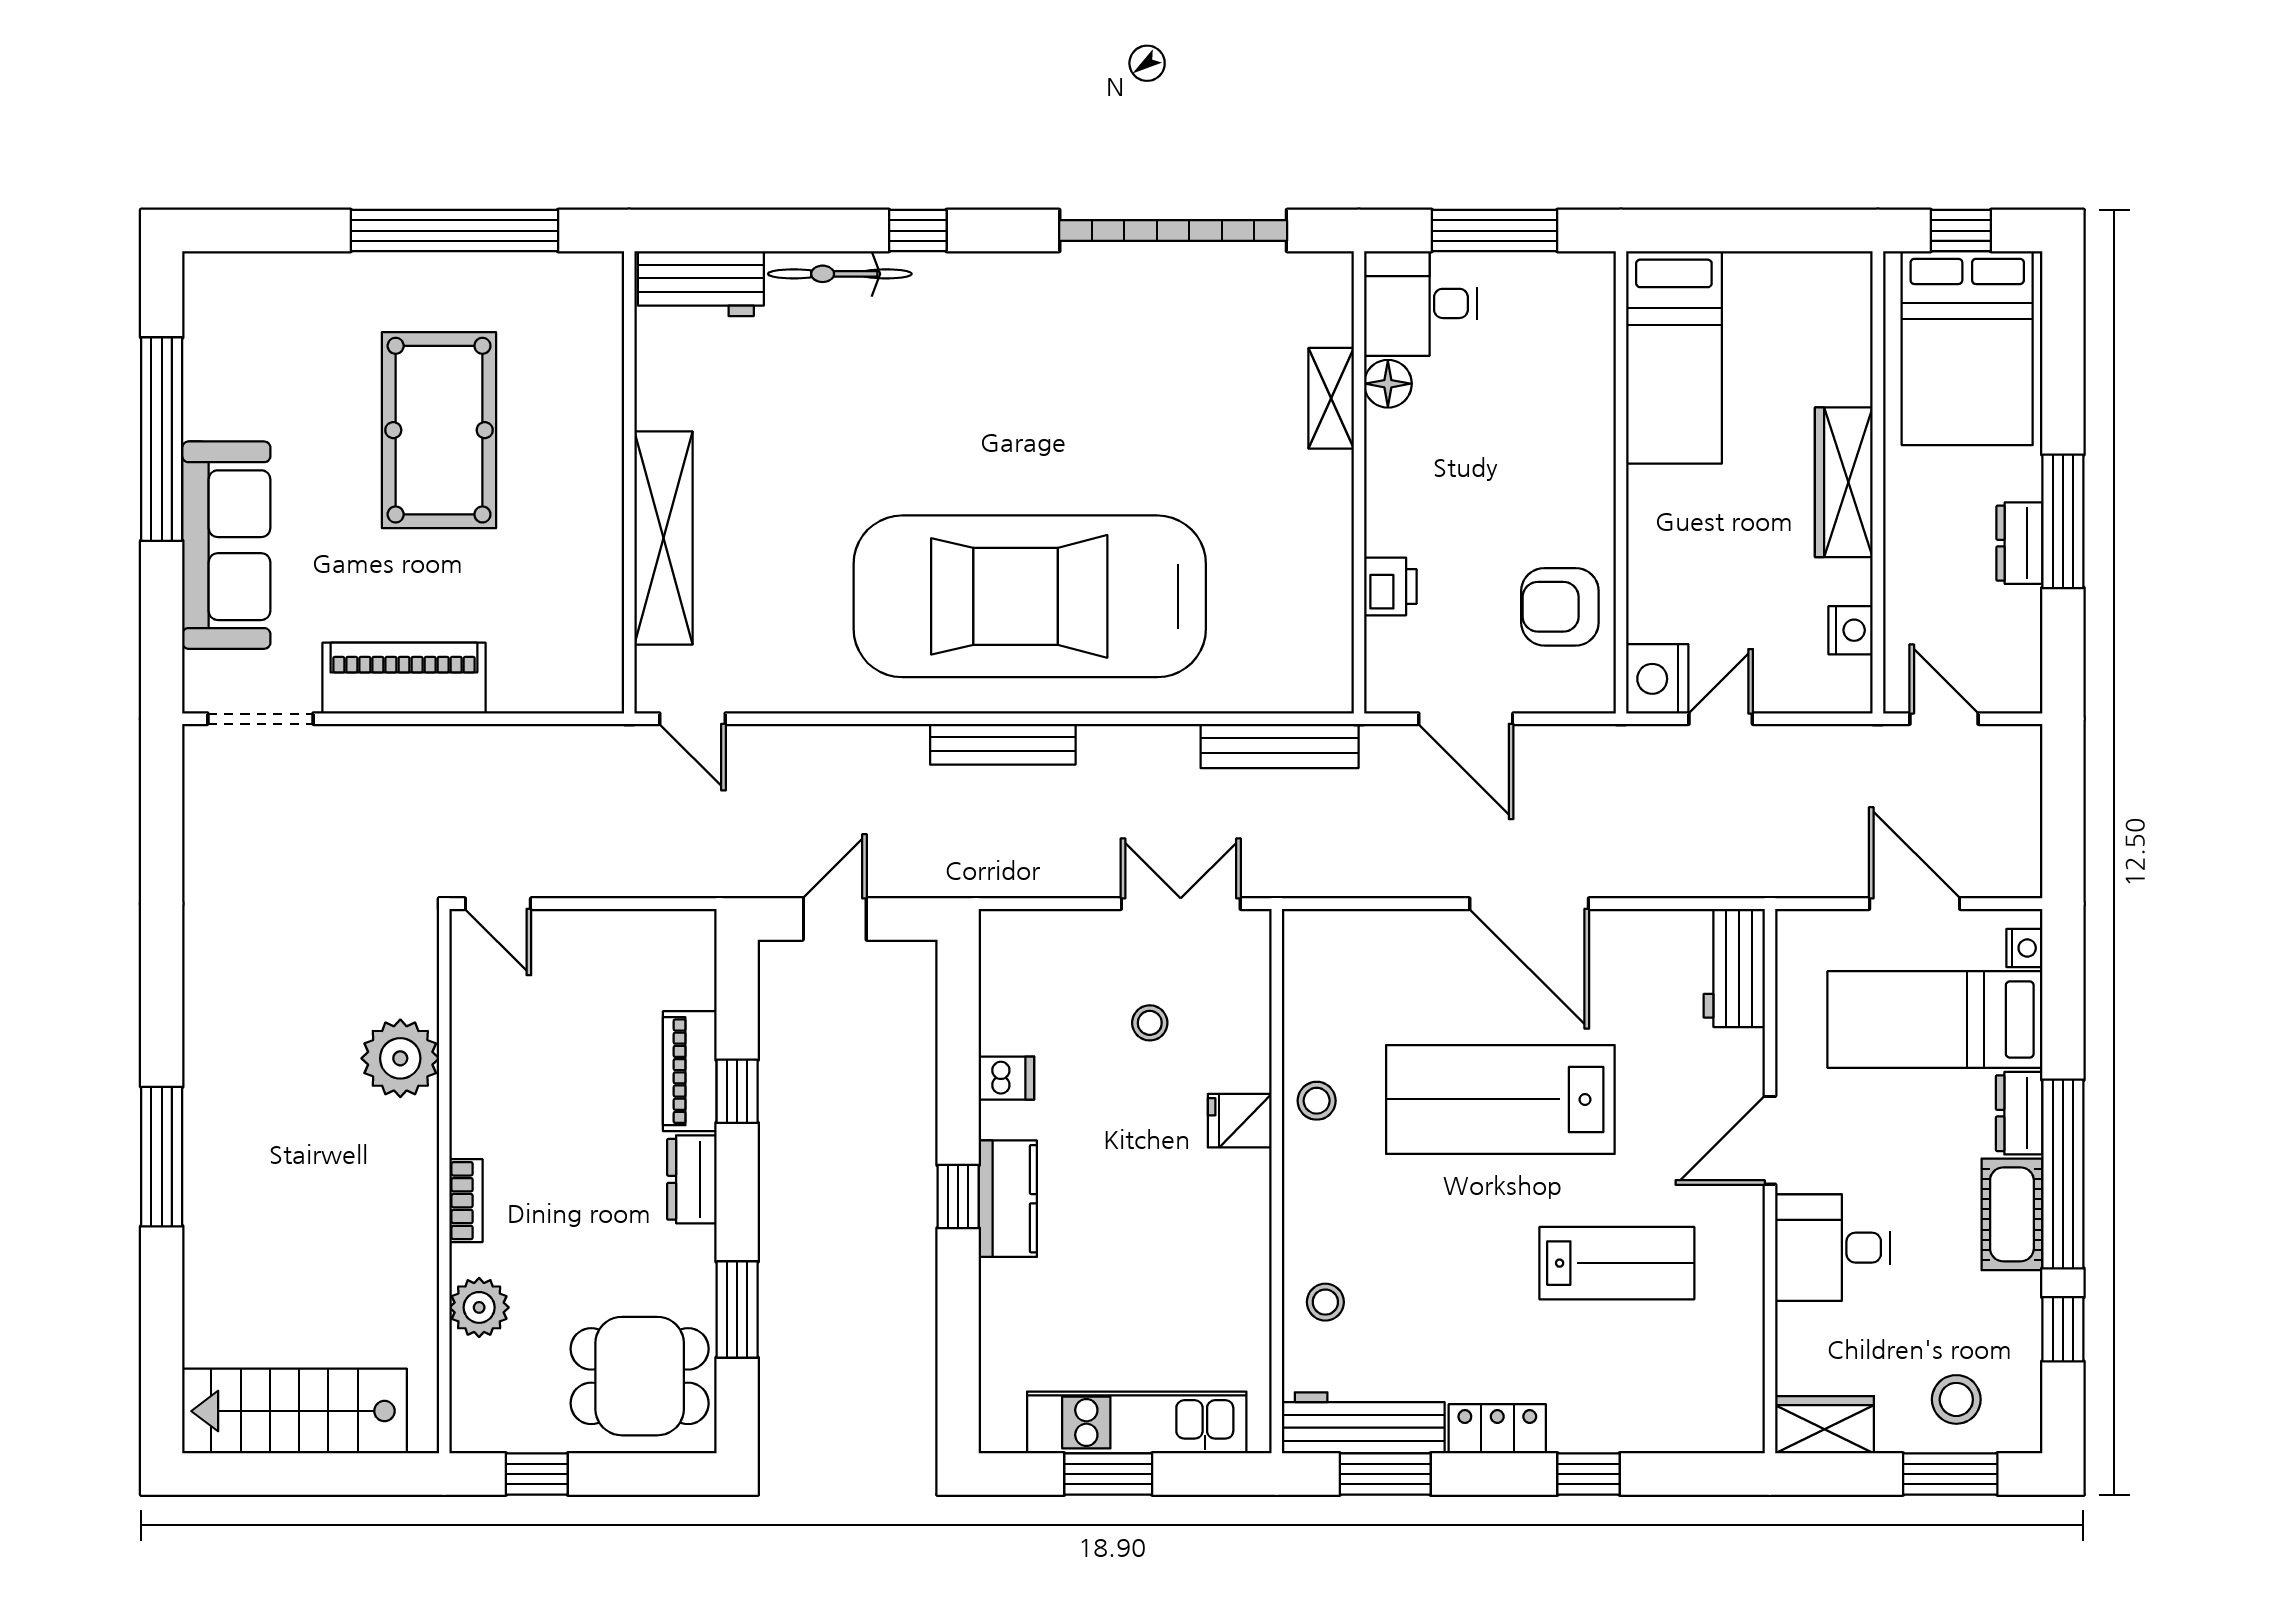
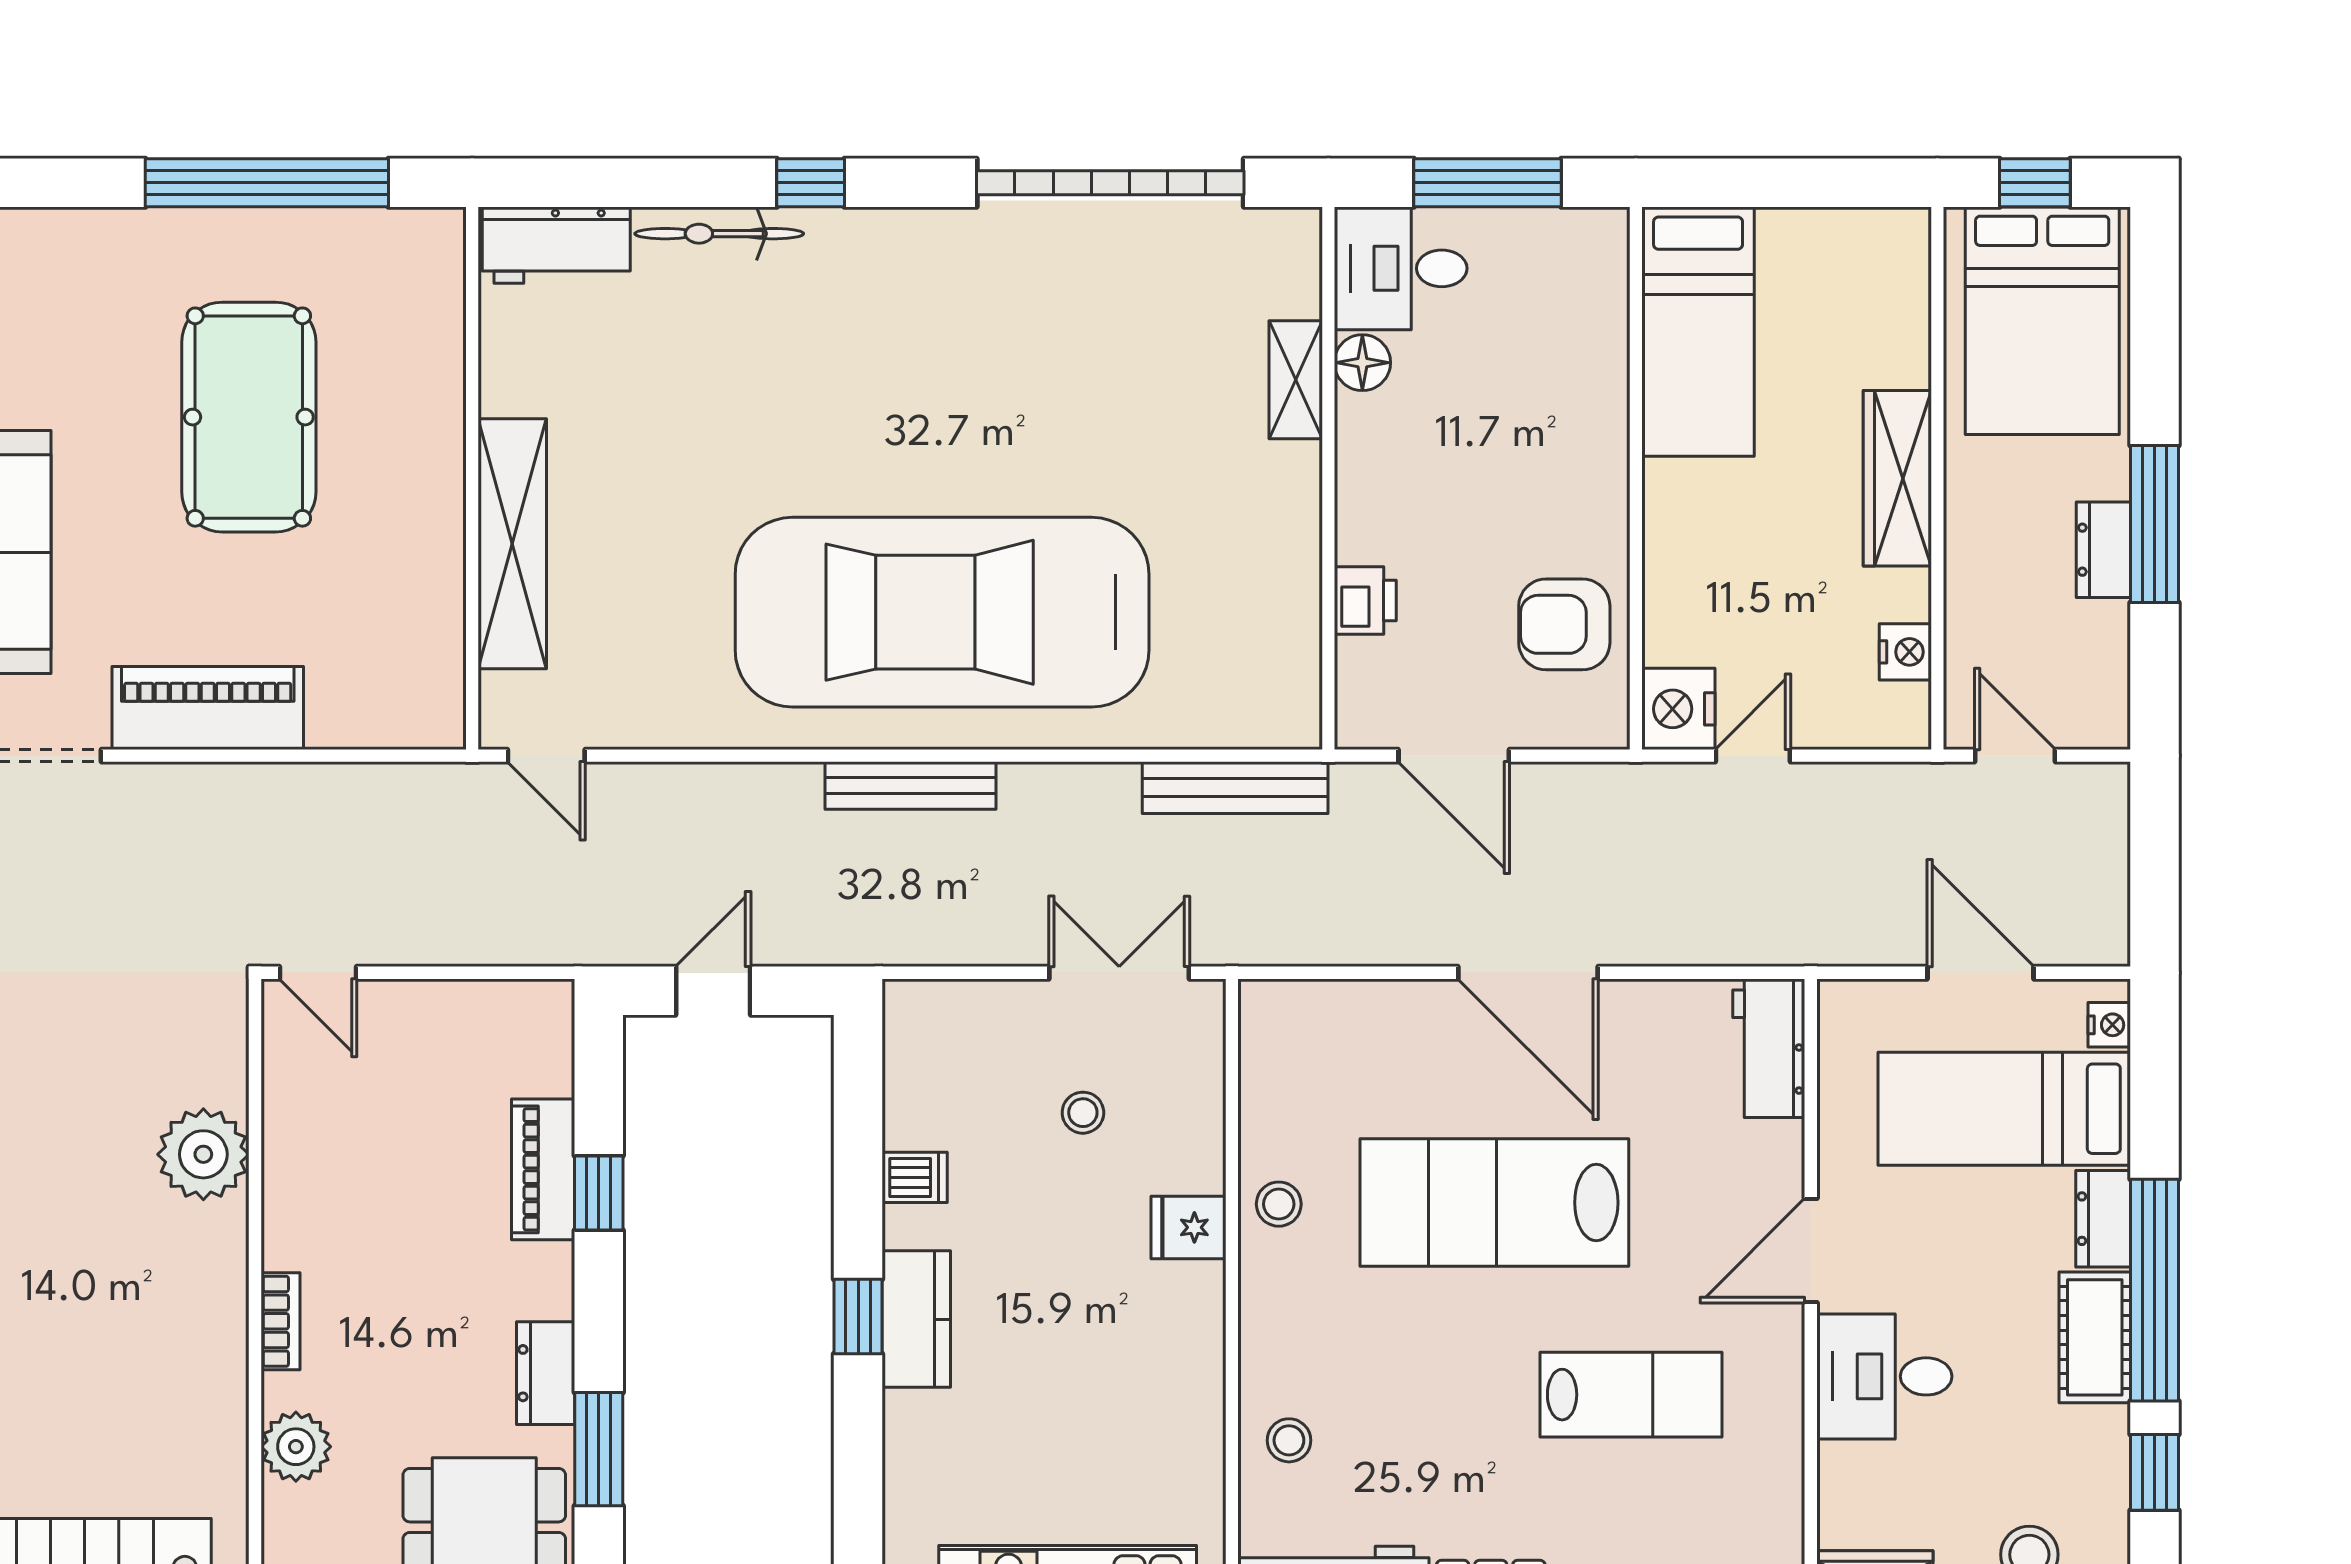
dresser: (692, 1179) -> (546, 1373), moved

